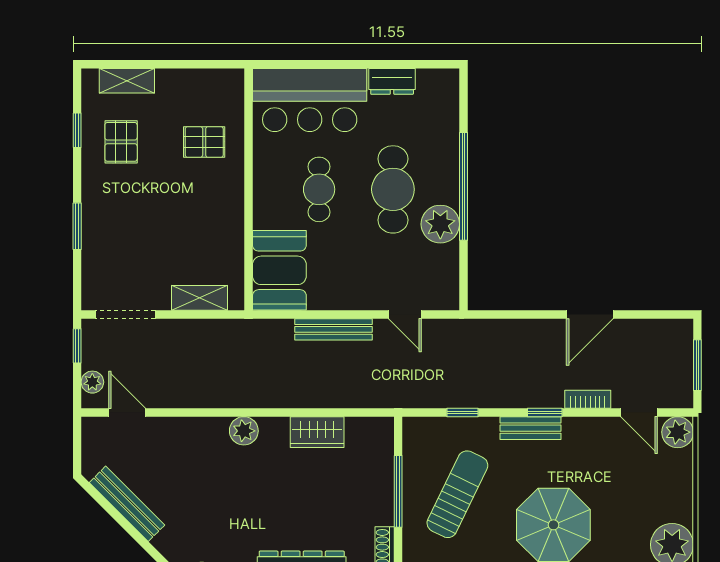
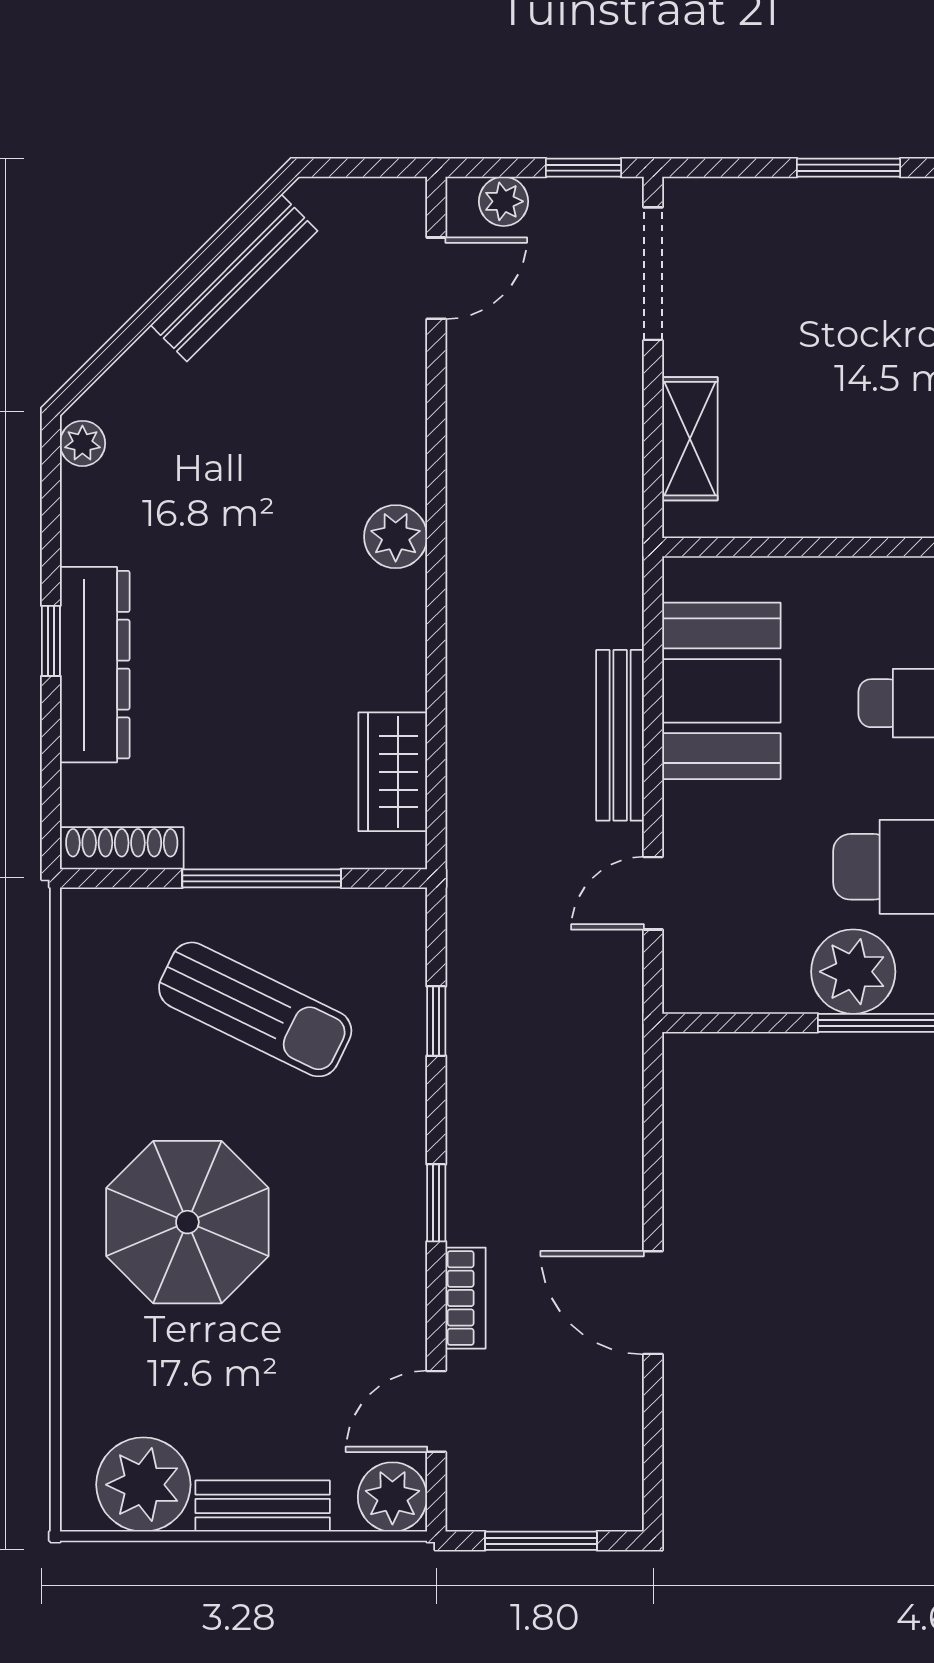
booth: (279, 270) -> (721, 691), moved, turned 90
bench: (531, 428) -> (263, 1506), moved, turned 90
wardrobe: (317, 432) -> (393, 772), moved

